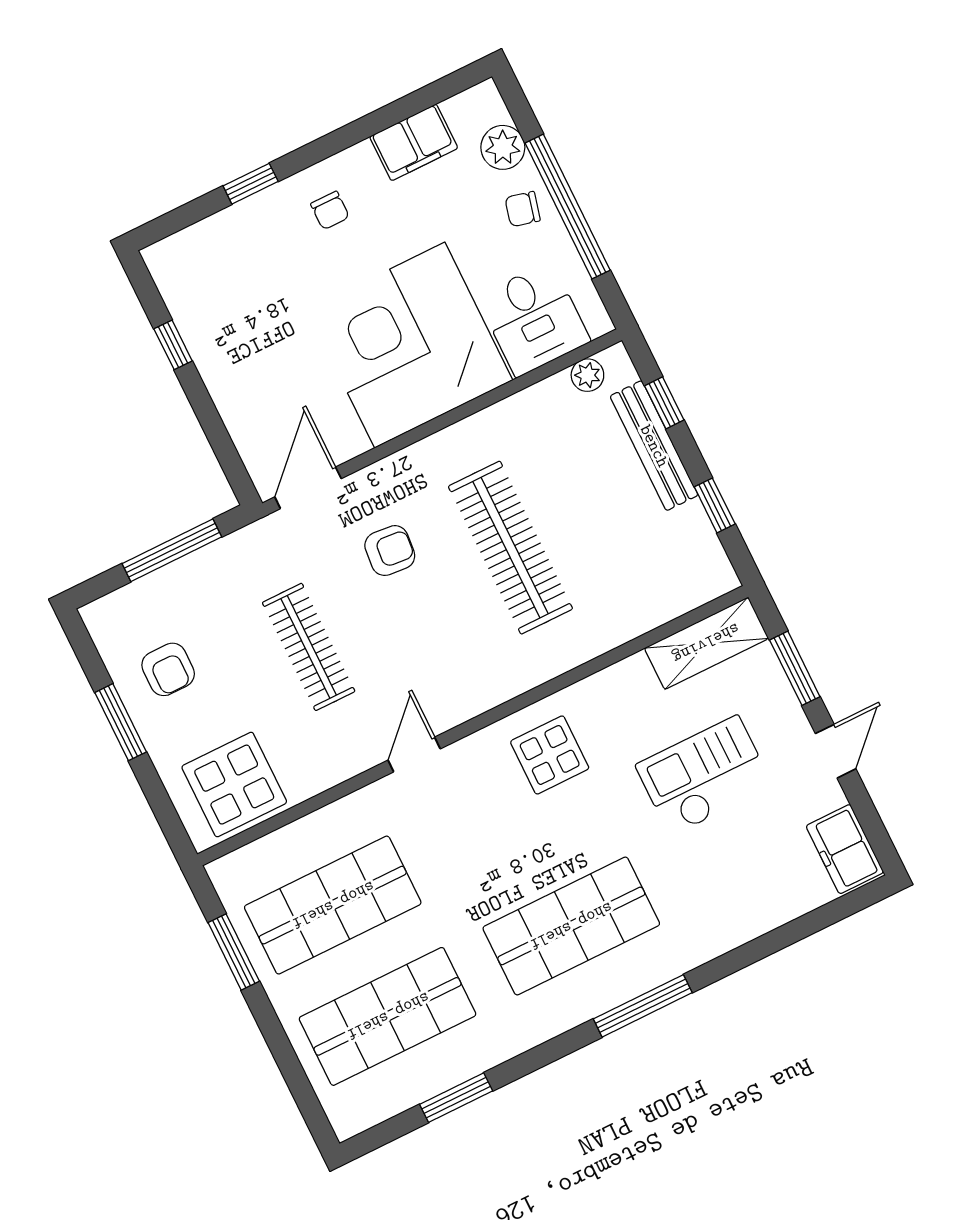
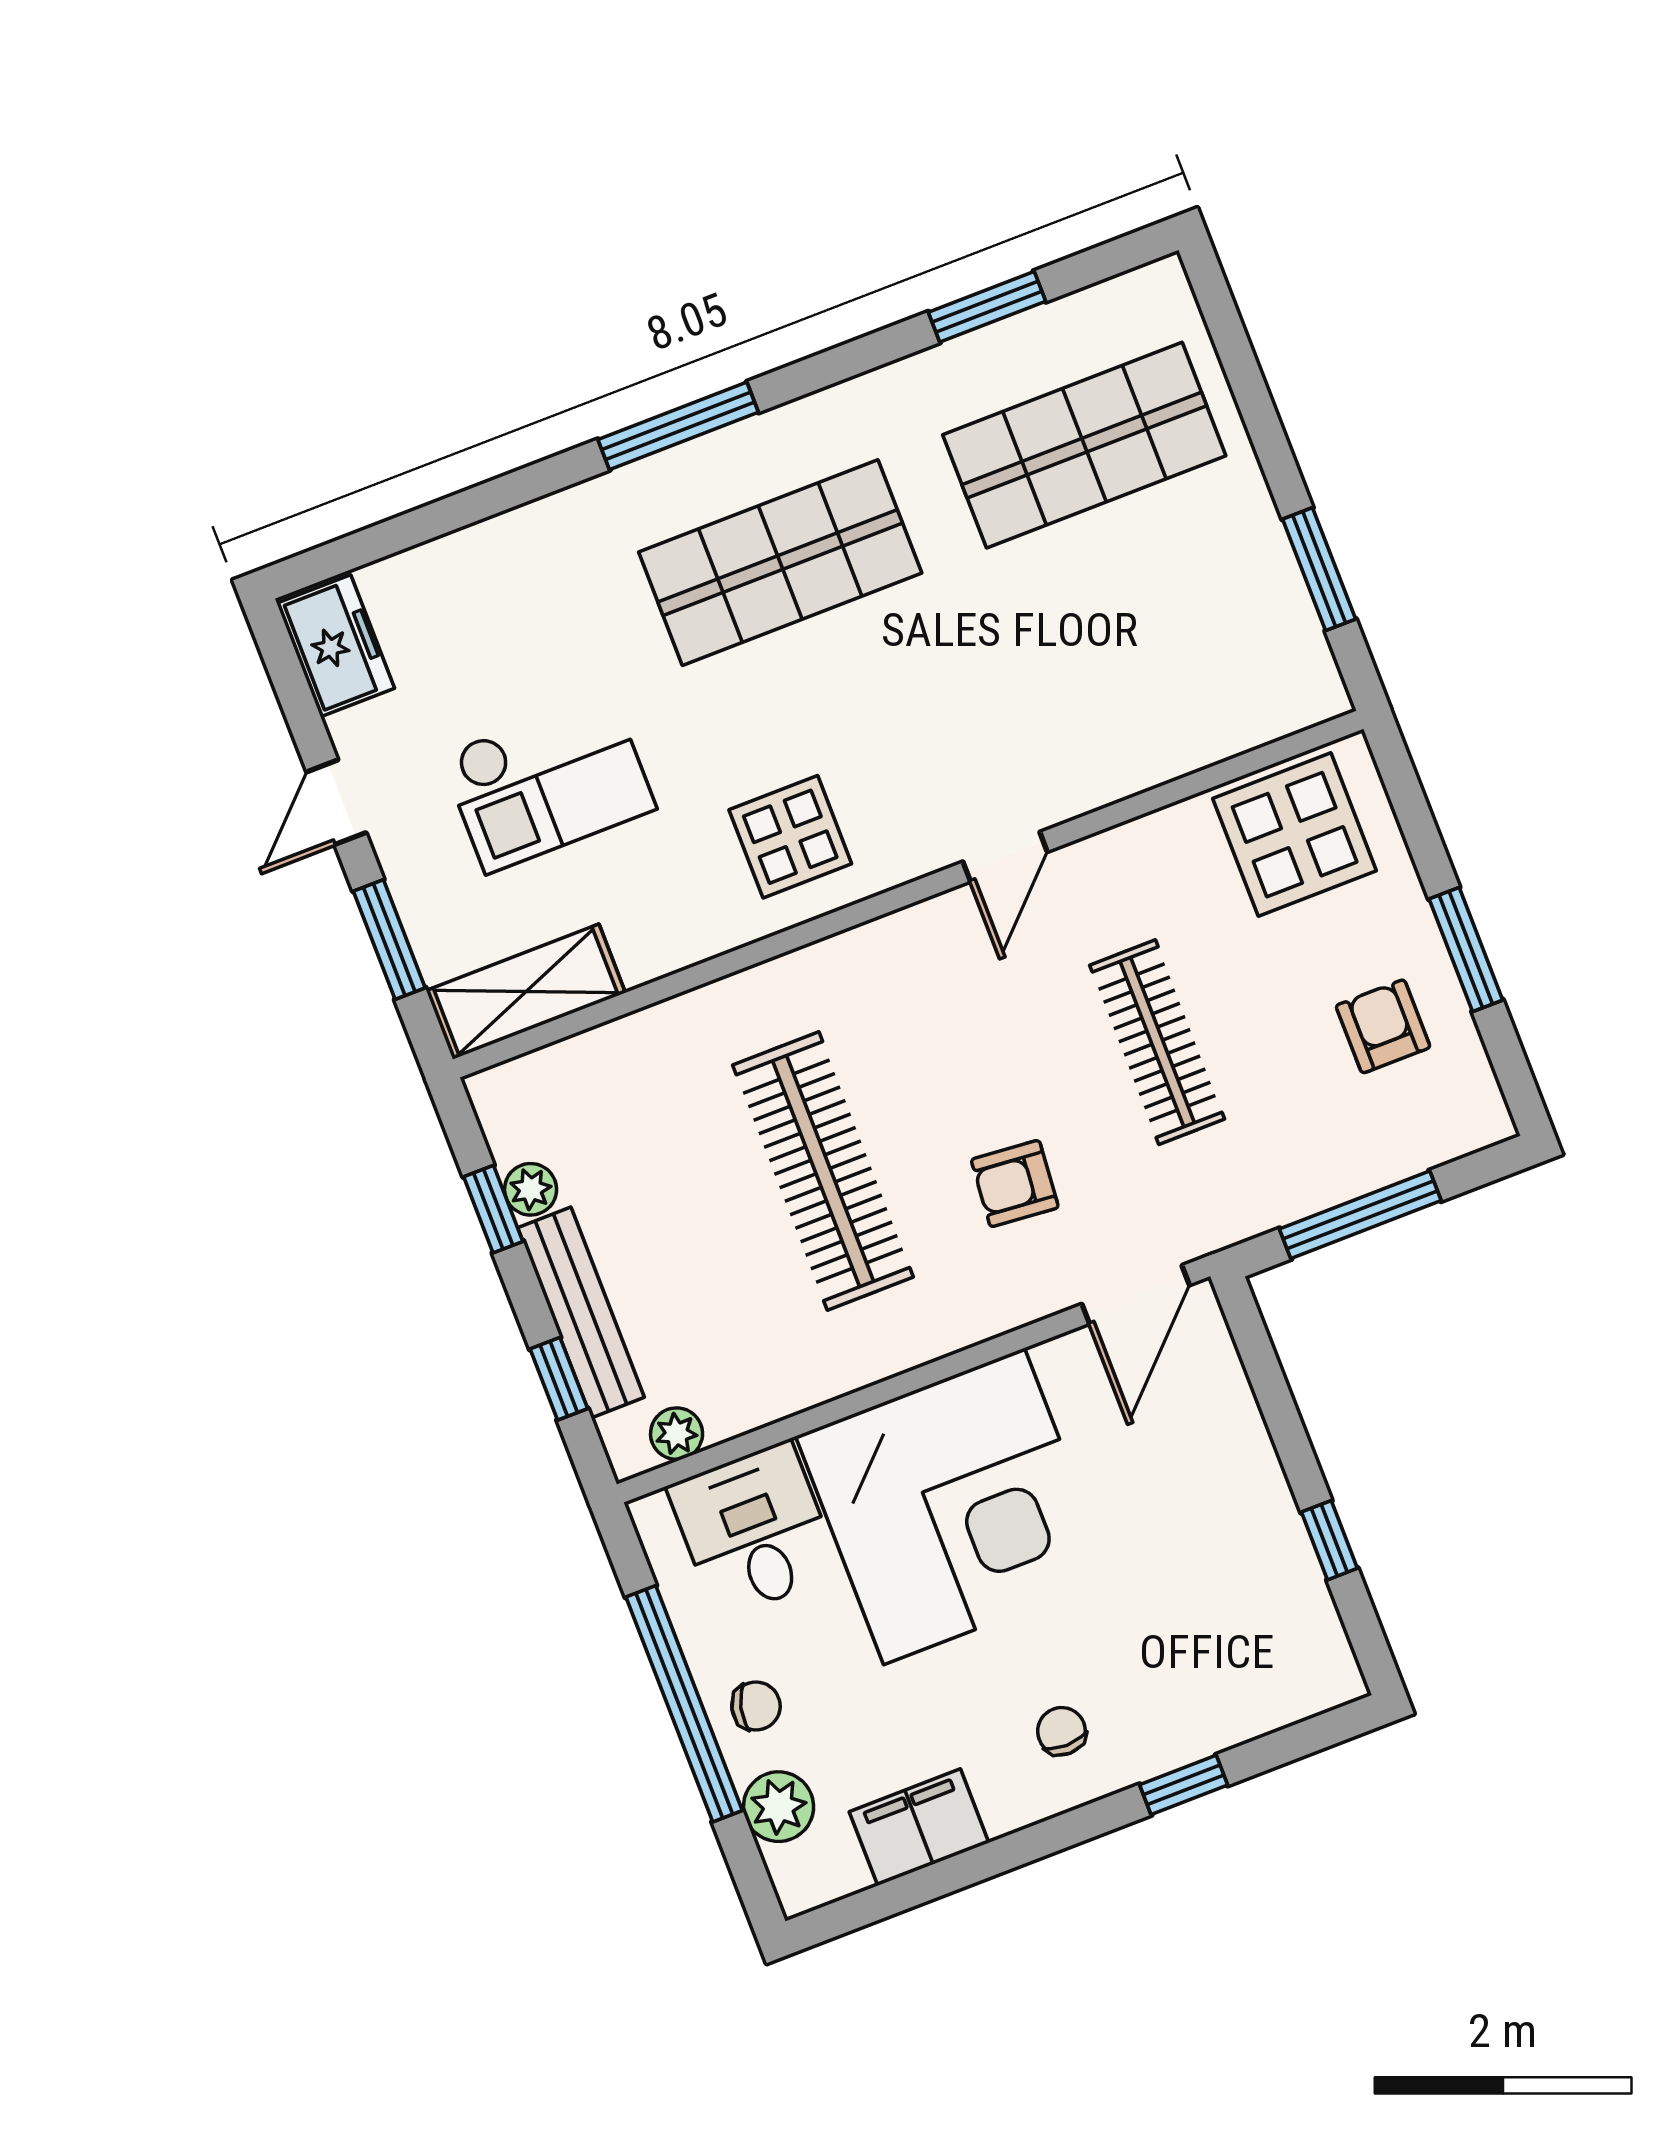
plant: (692, 520) -> (531, 1189), added
shop shelf: (333, 905) -> (1155, 630), removed

